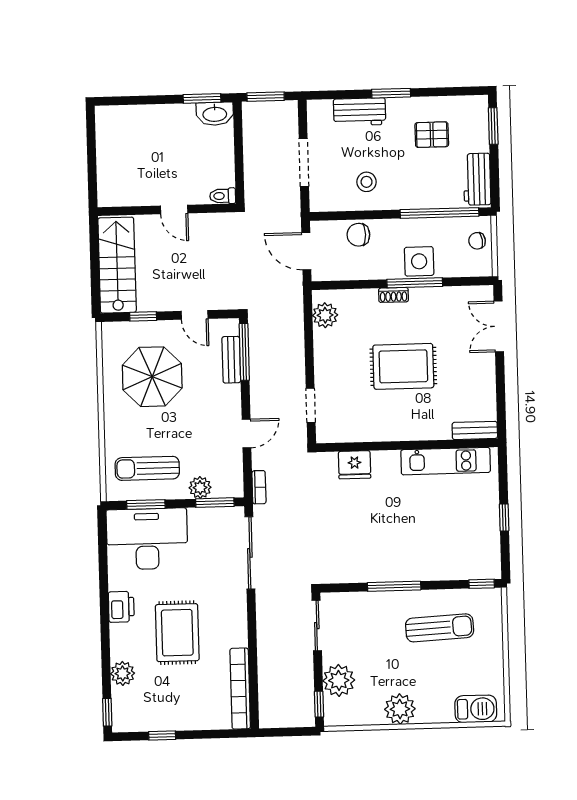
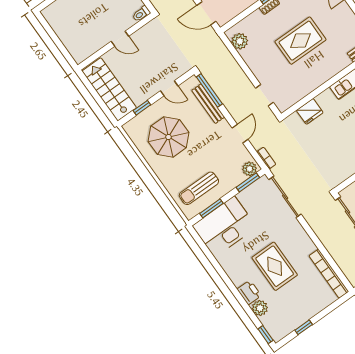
bench: (231, 360) -> (208, 104), width x1.36
plant: (200, 488) -> (250, 169), moved
printer: (121, 607) -> (249, 292), moved

